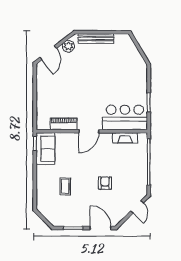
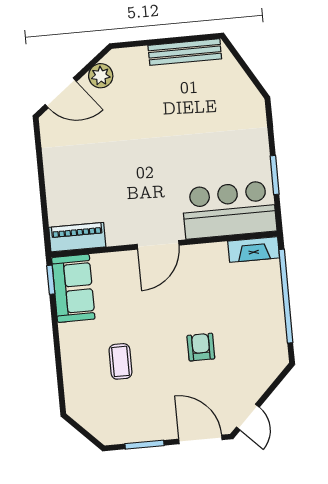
bench: (96, 38) -> (185, 52), moved
door: (48, 53) -> (61, 93), hinge flipped
piano: (64, 124) -> (77, 237), moved
fireplace: (125, 138) -> (254, 250), moved
door: (137, 207) -> (248, 417), moved

